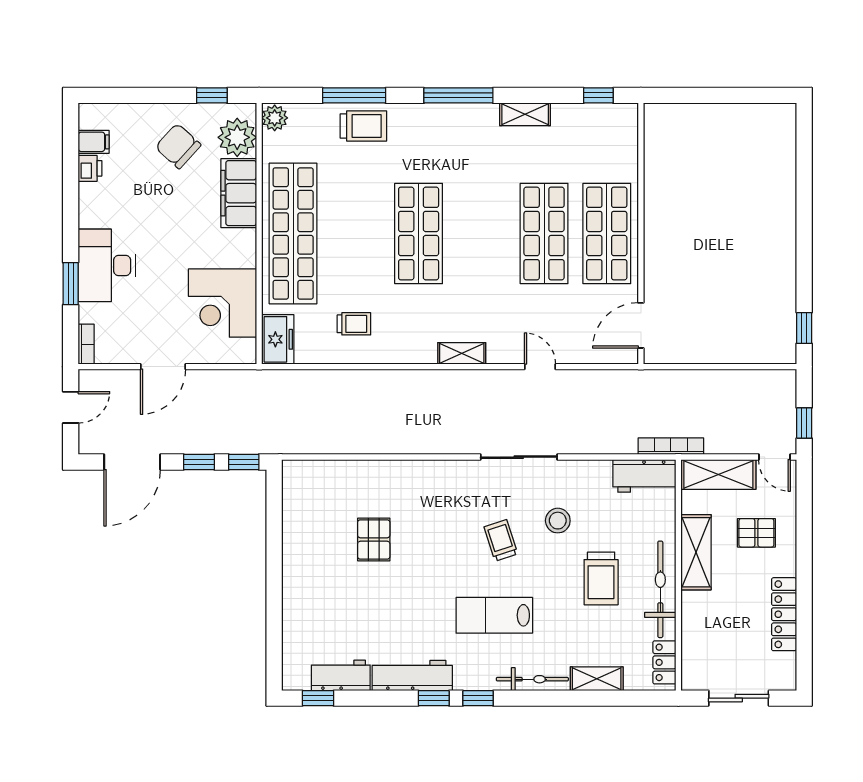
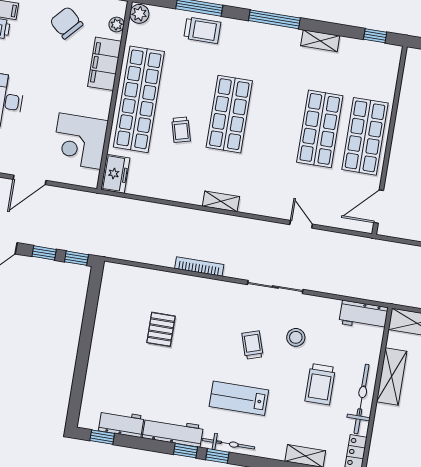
plant: (237, 137) -> (117, 25), width x0.53, depth x0.53
trolley: (354, 324) -> (181, 130), moved, turned 75
shelving: (462, 353) -> (221, 201), moved
bookcase: (671, 446) -> (199, 267), moved
bicycle: (532, 679) -> (229, 444), moved

